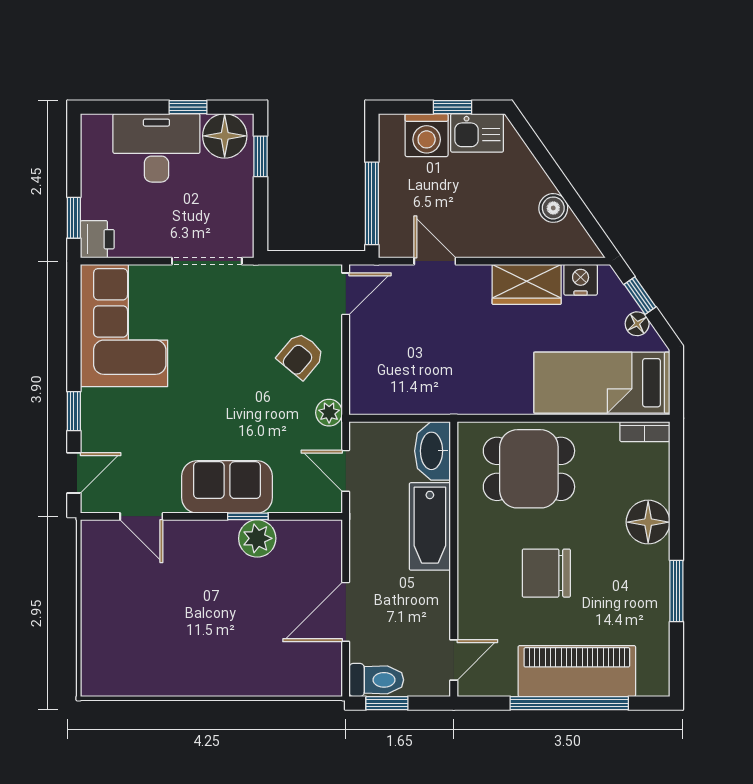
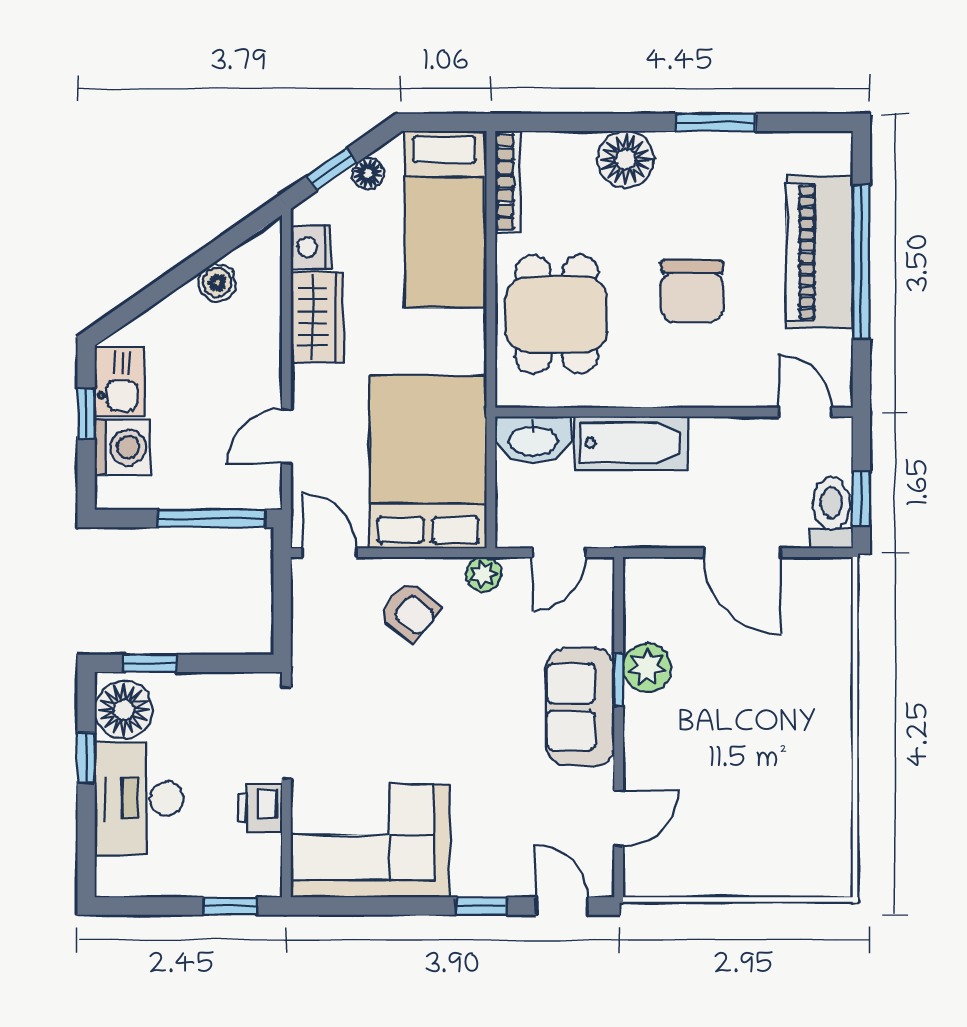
printer: (97, 239) -> (260, 808), moved, turned -90
bed: (415, 370) -> (428, 462), added
bookcase: (645, 432) -> (508, 182), width x1.56

